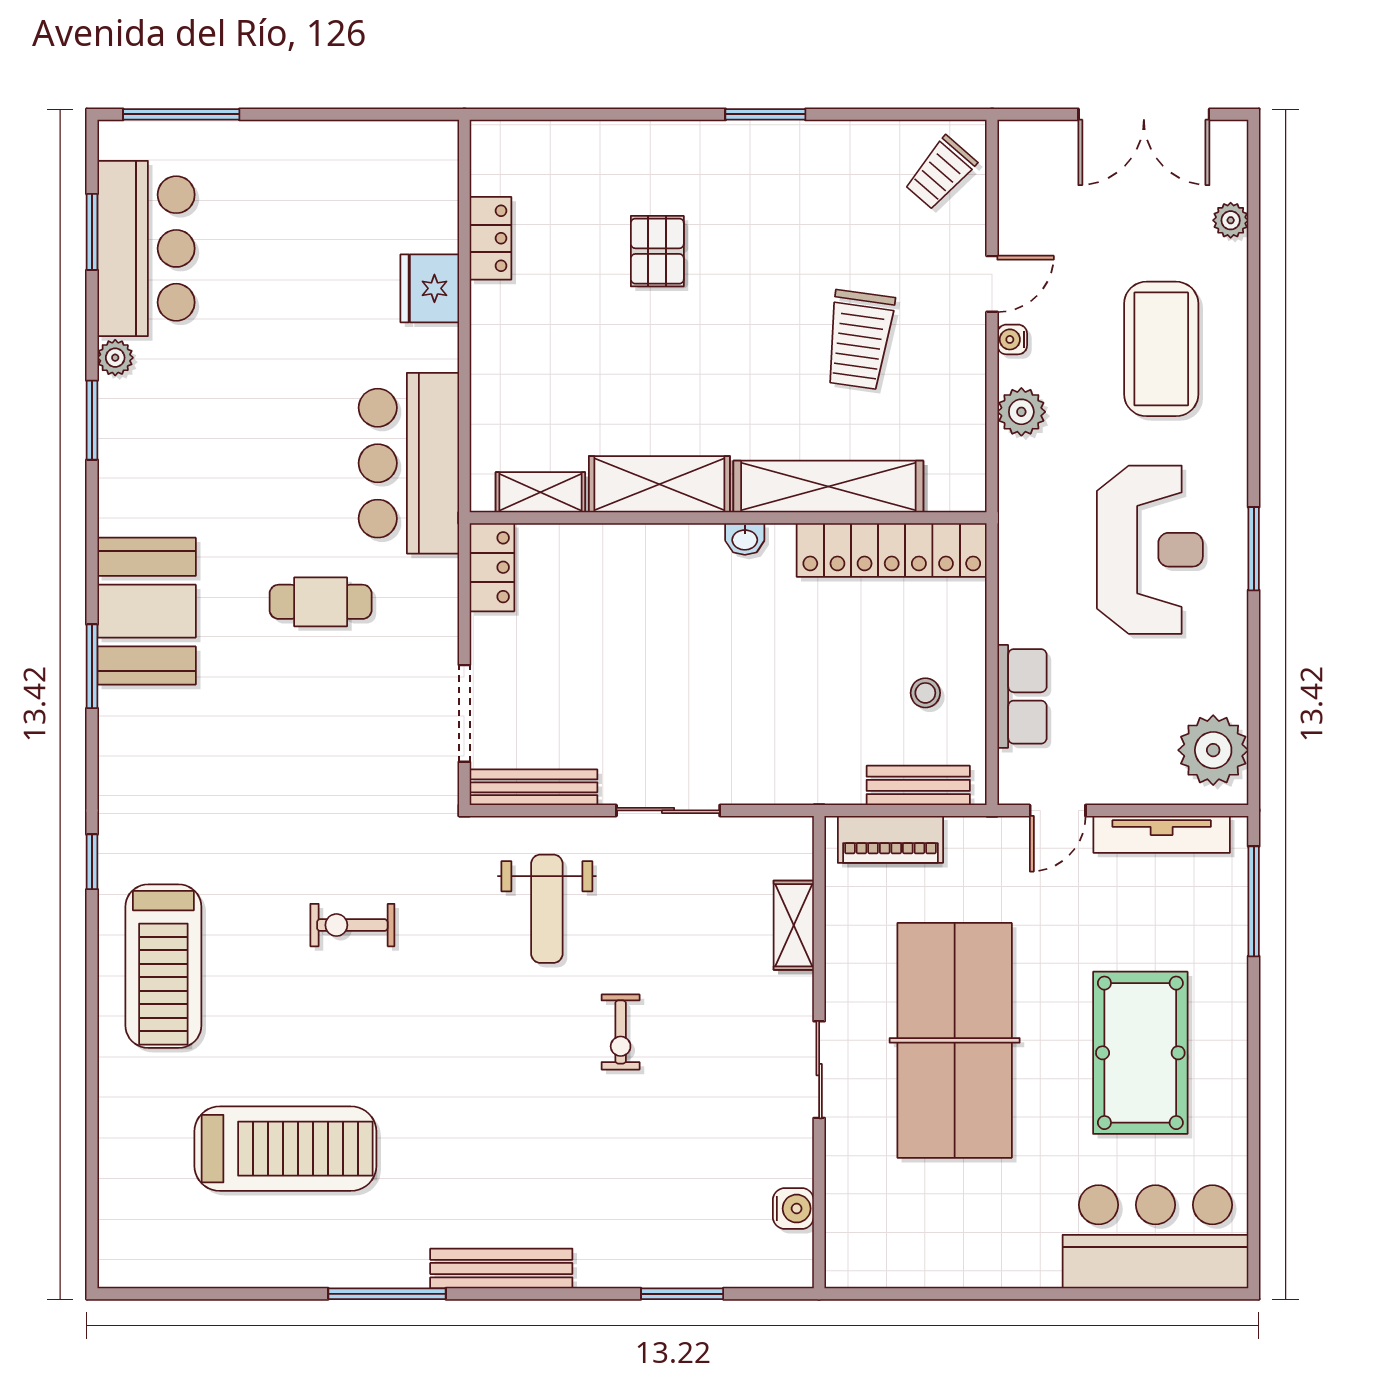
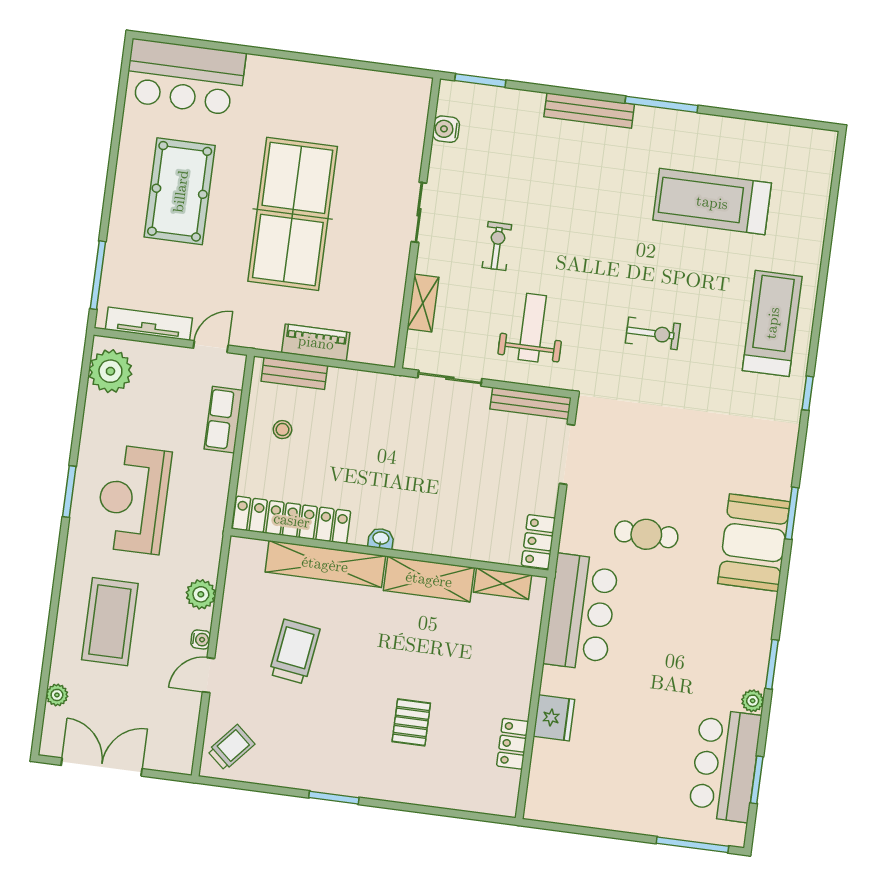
shelving: (794, 925) -> (423, 303), moved
wall: (819, 1052) -> (418, 223), moved
sliding door: (819, 1070) -> (419, 212), moved
water cooler: (793, 1209) -> (446, 129), moved

